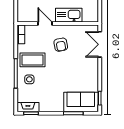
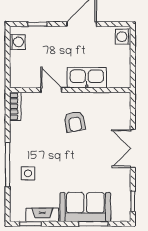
double door: (100, 44) -> (133, 149), moved
coffee table: (33, 60) -> (33, 144), removed
sofa: (81, 102) -> (85, 207), moved
fireplace: (28, 107) -> (42, 215), moved

